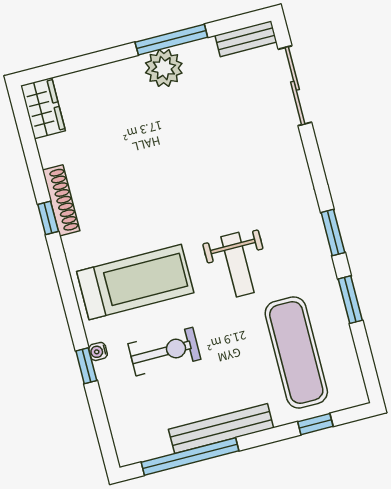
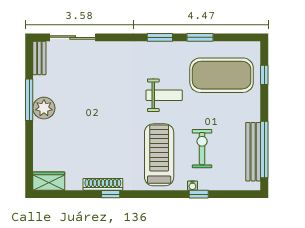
exercise mat: (296, 352) -> (222, 75), width x1.47
bench: (221, 429) -> (253, 152), moved

